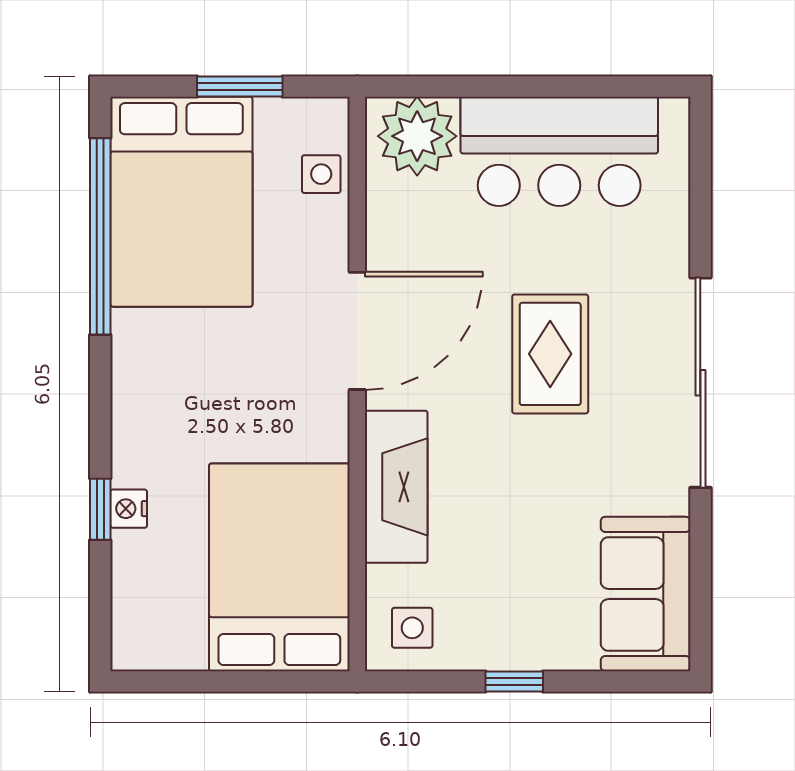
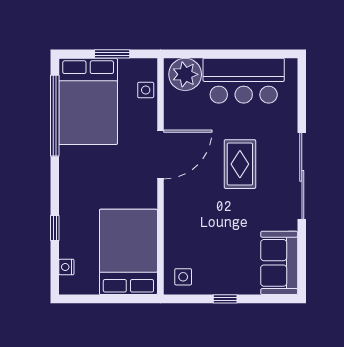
fireplace: (396, 487) -> (176, 219), removed
nightstand: (129, 509) -> (66, 267), moved

